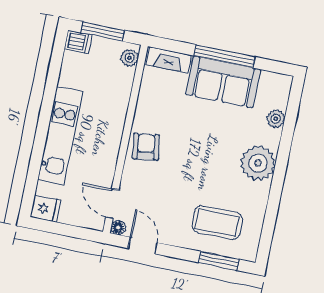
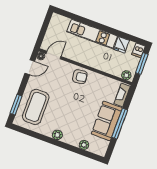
plant: (258, 163) -> (57, 135), width x0.53, depth x0.53
fridge: (45, 209) -> (121, 45), moved
coffee table: (217, 223) -> (36, 107), width x1.36, depth x1.32

